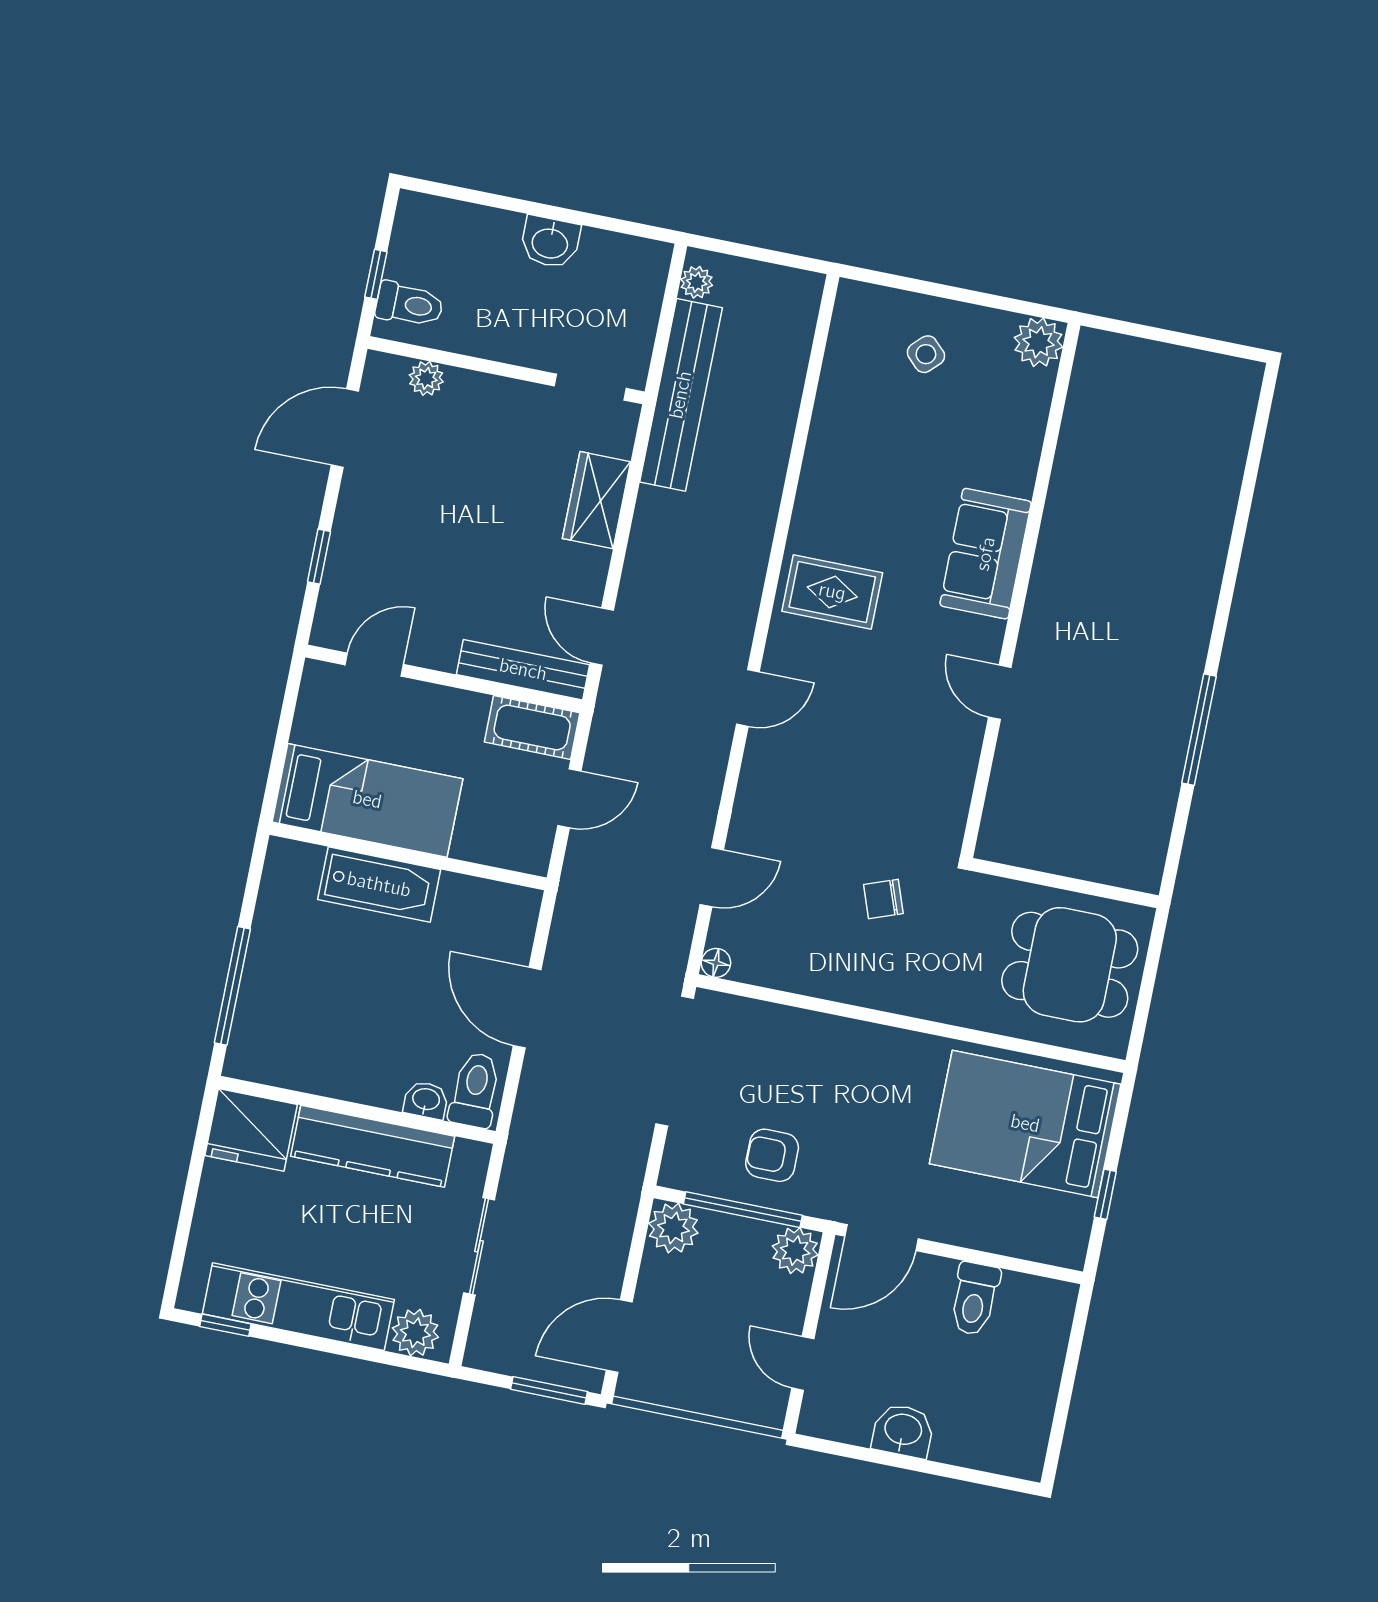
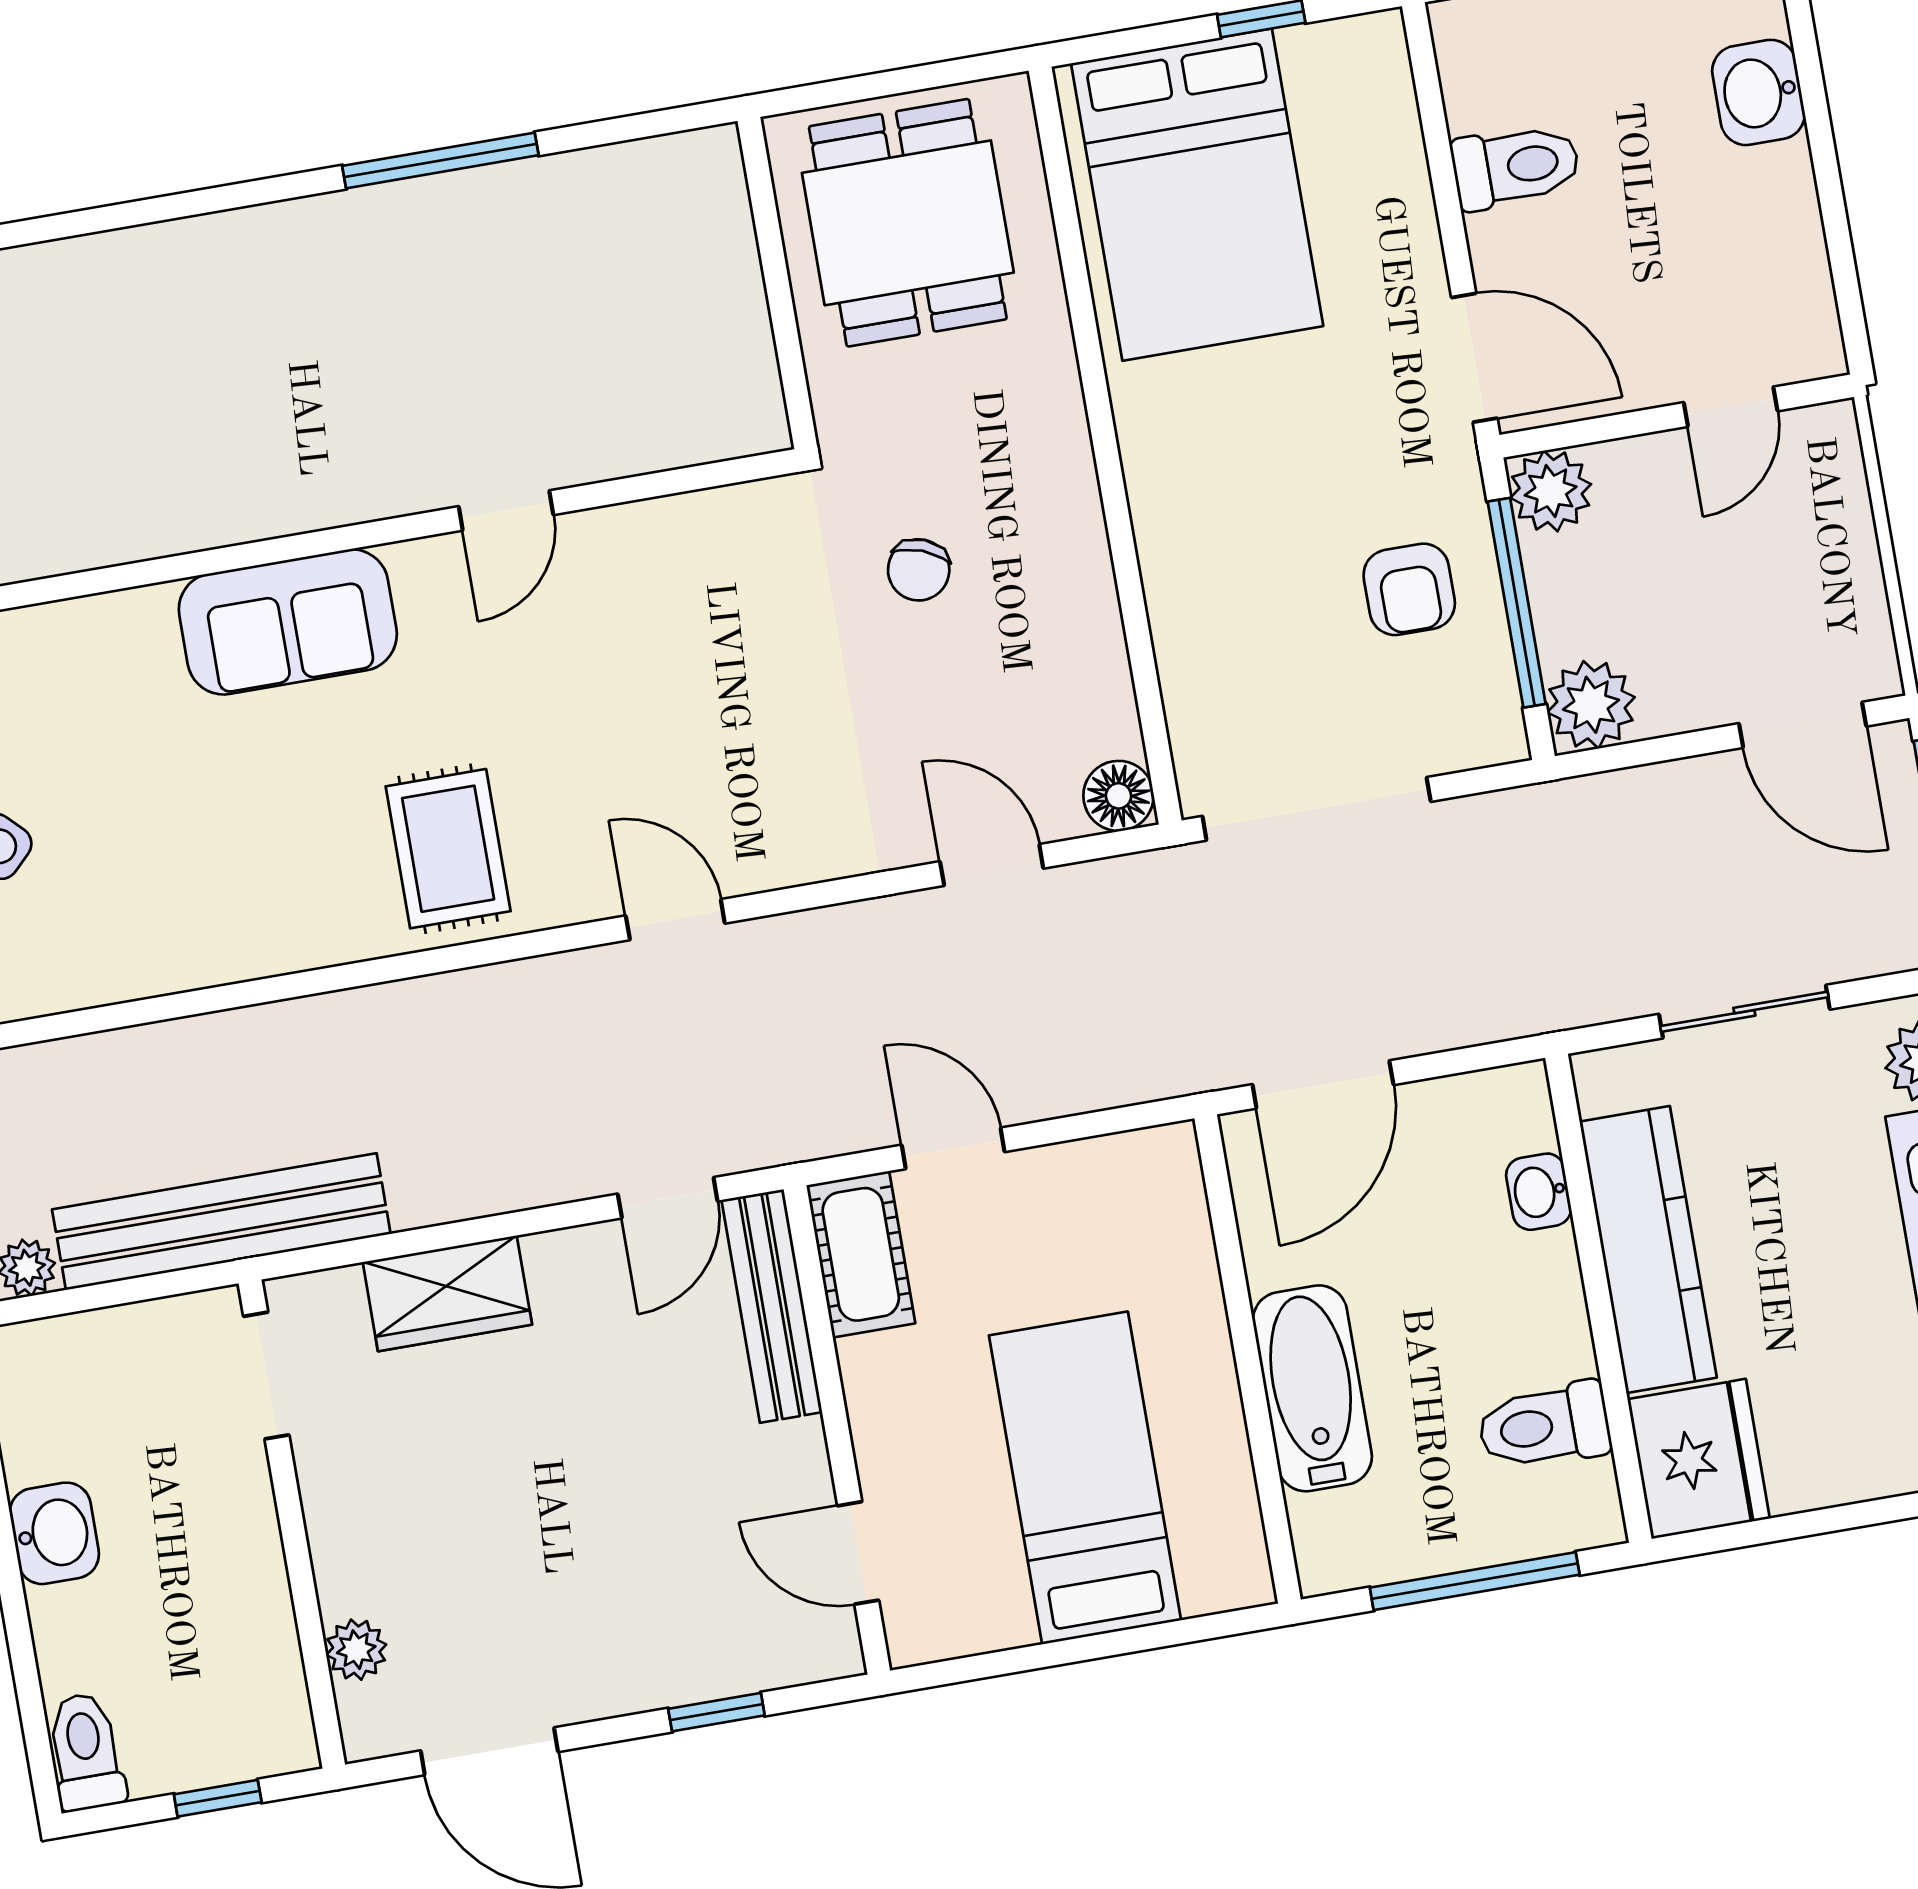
toilet: (409, 304) -> (86, 1752), moved
wall: (408, 856) -> (1248, 1359), moved
bathtub: (379, 885) -> (1312, 1388), moved
chair: (883, 899) -> (919, 570), turned 41
floor lamp: (716, 963) -> (1118, 796), width x1.37, depth x1.37
toilet: (475, 1090) -> (1544, 1426), moved
washbasin: (903, 1431) -> (1759, 92), moved

